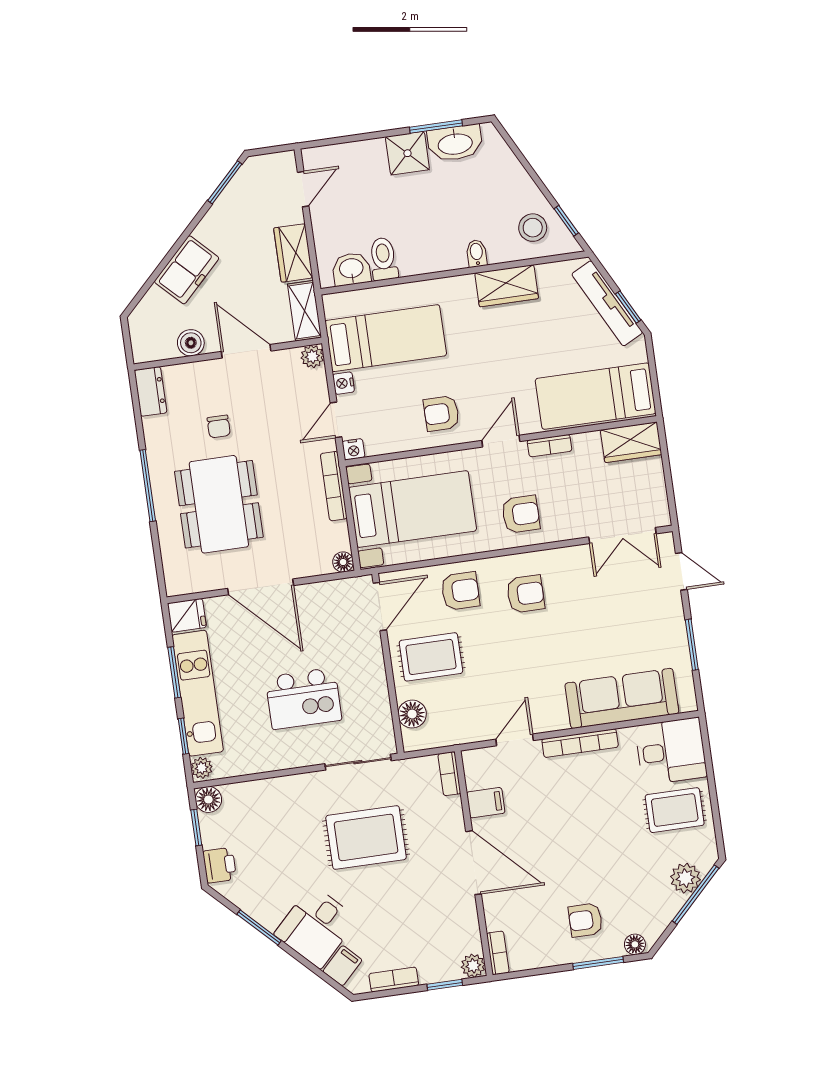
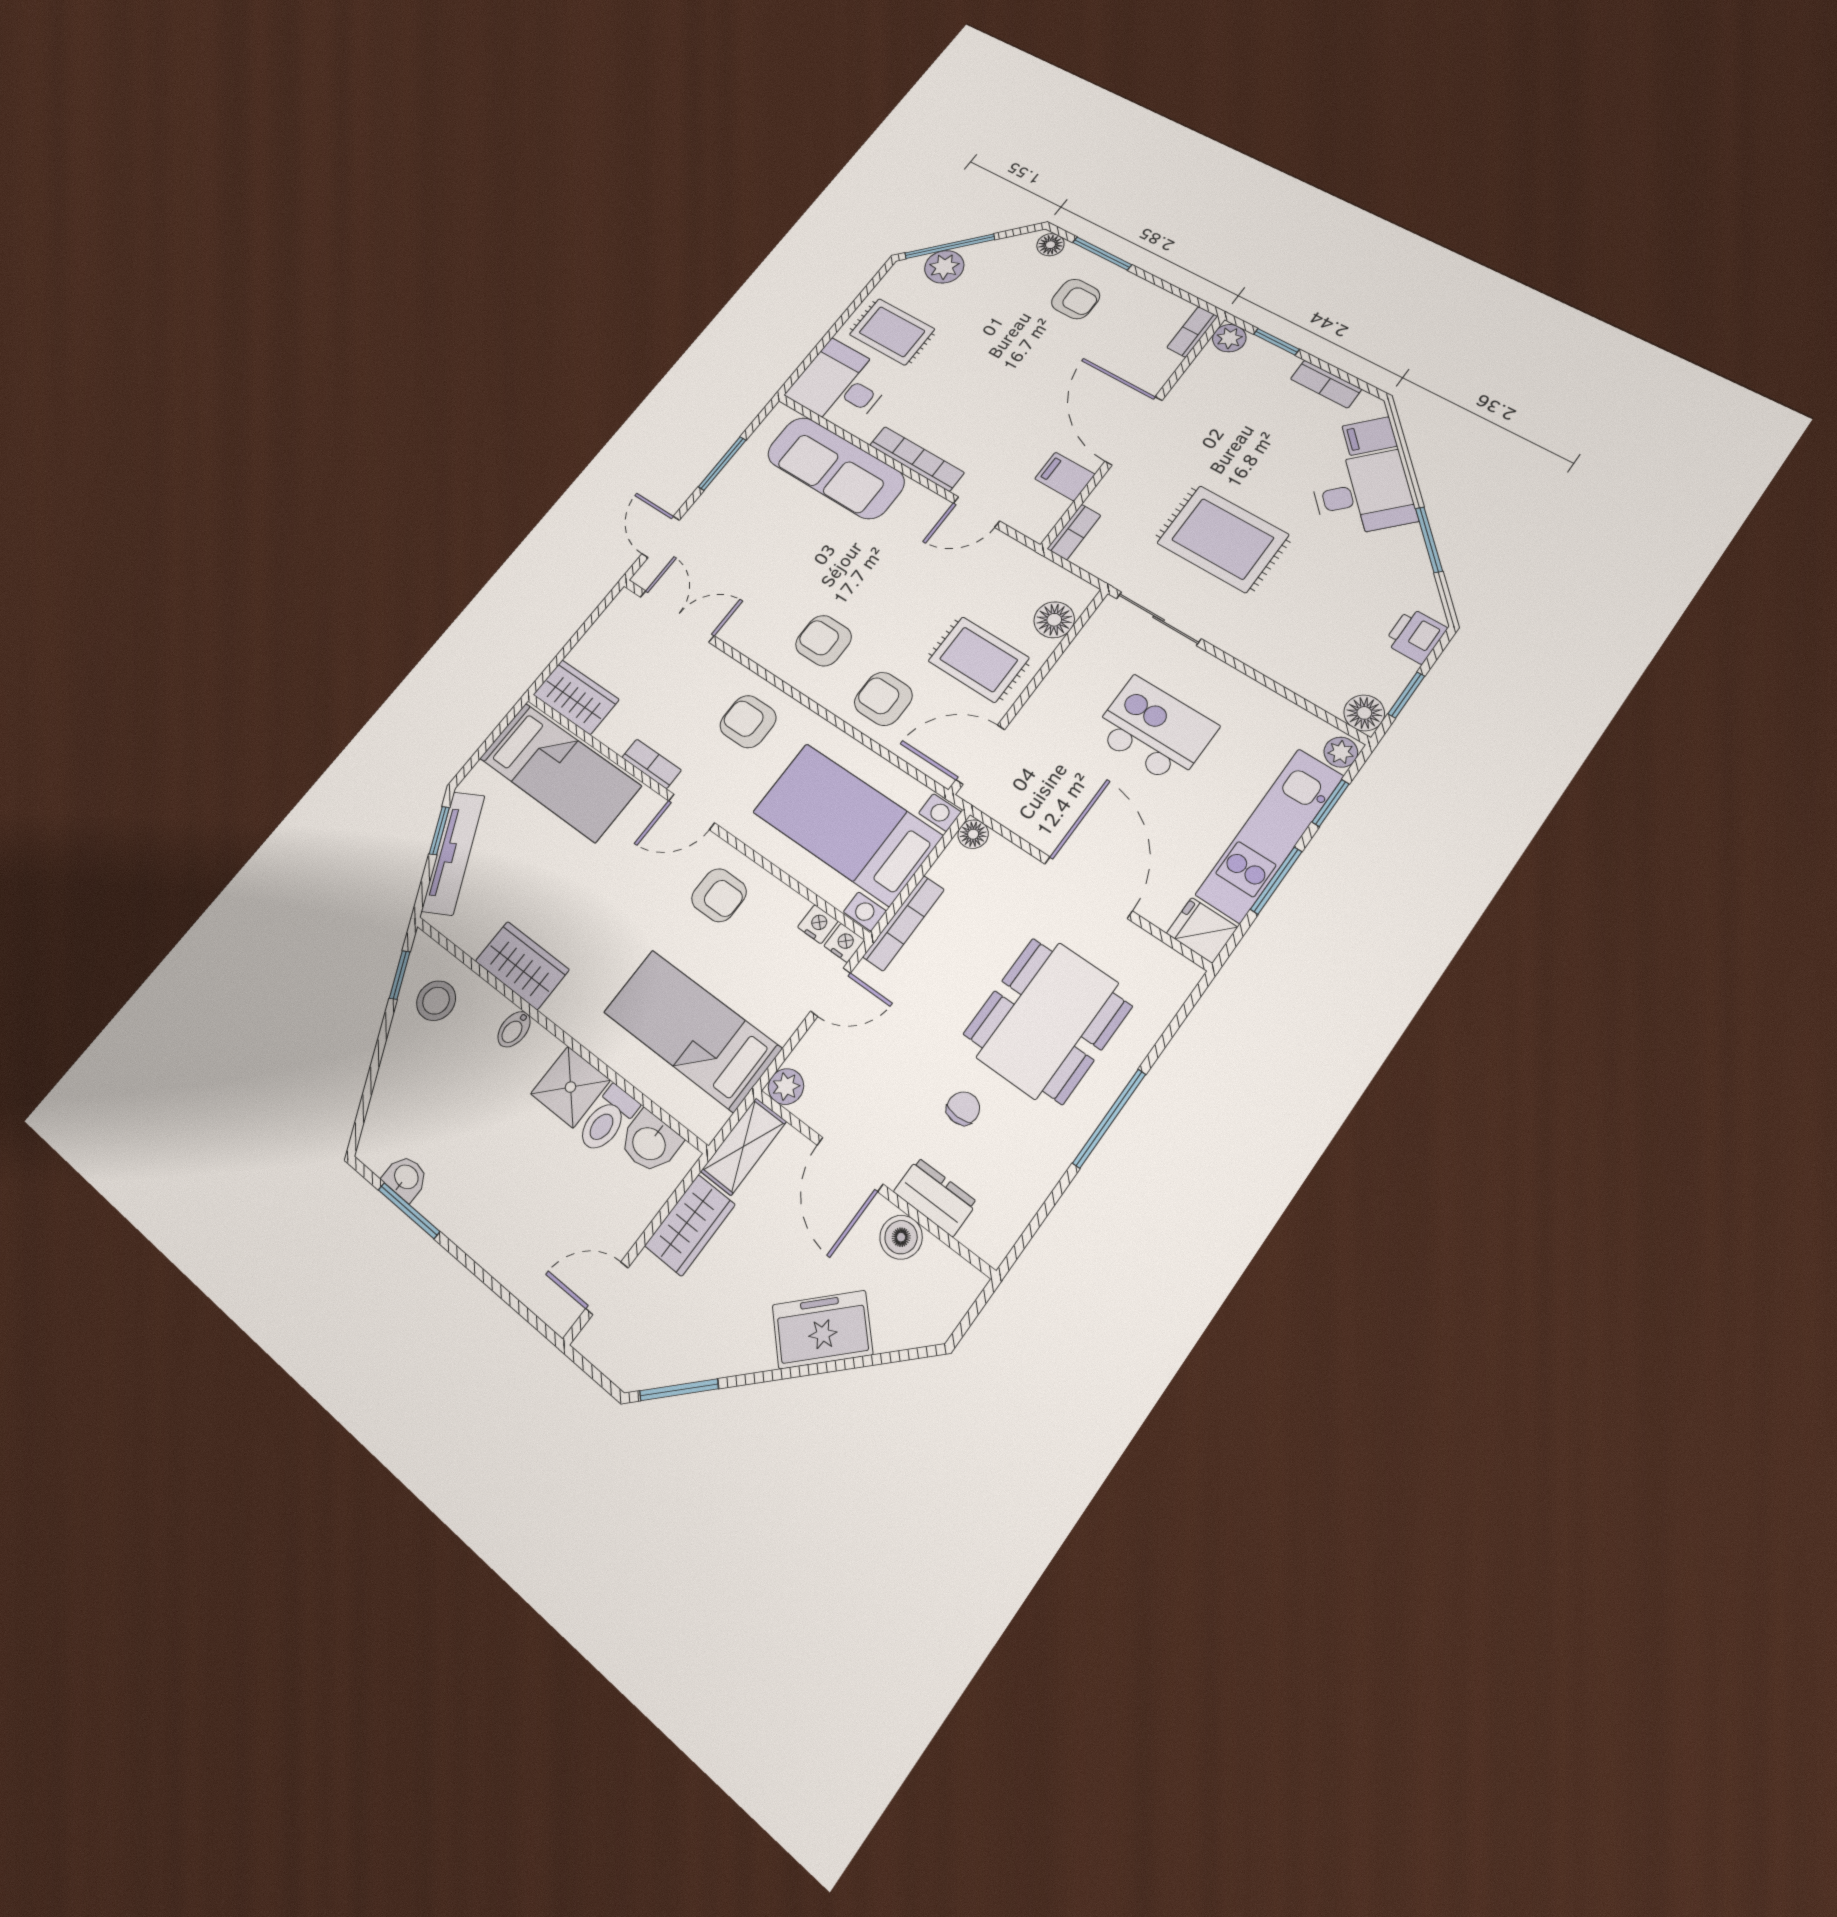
washbasin: (455, 143) -> (406, 1178), width x0.52, depth x0.69
shower: (407, 153) -> (570, 1087), moved
nightstand: (343, 383) -> (818, 924), moved, turned -90
dresser: (151, 391) -> (935, 1197), moved, turned 90

